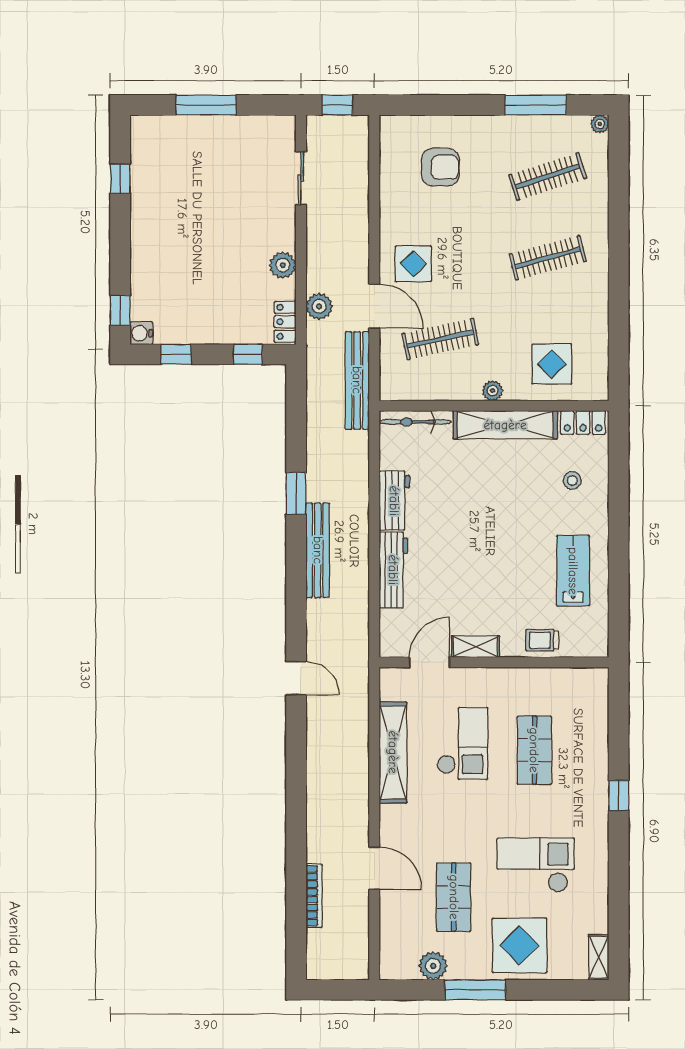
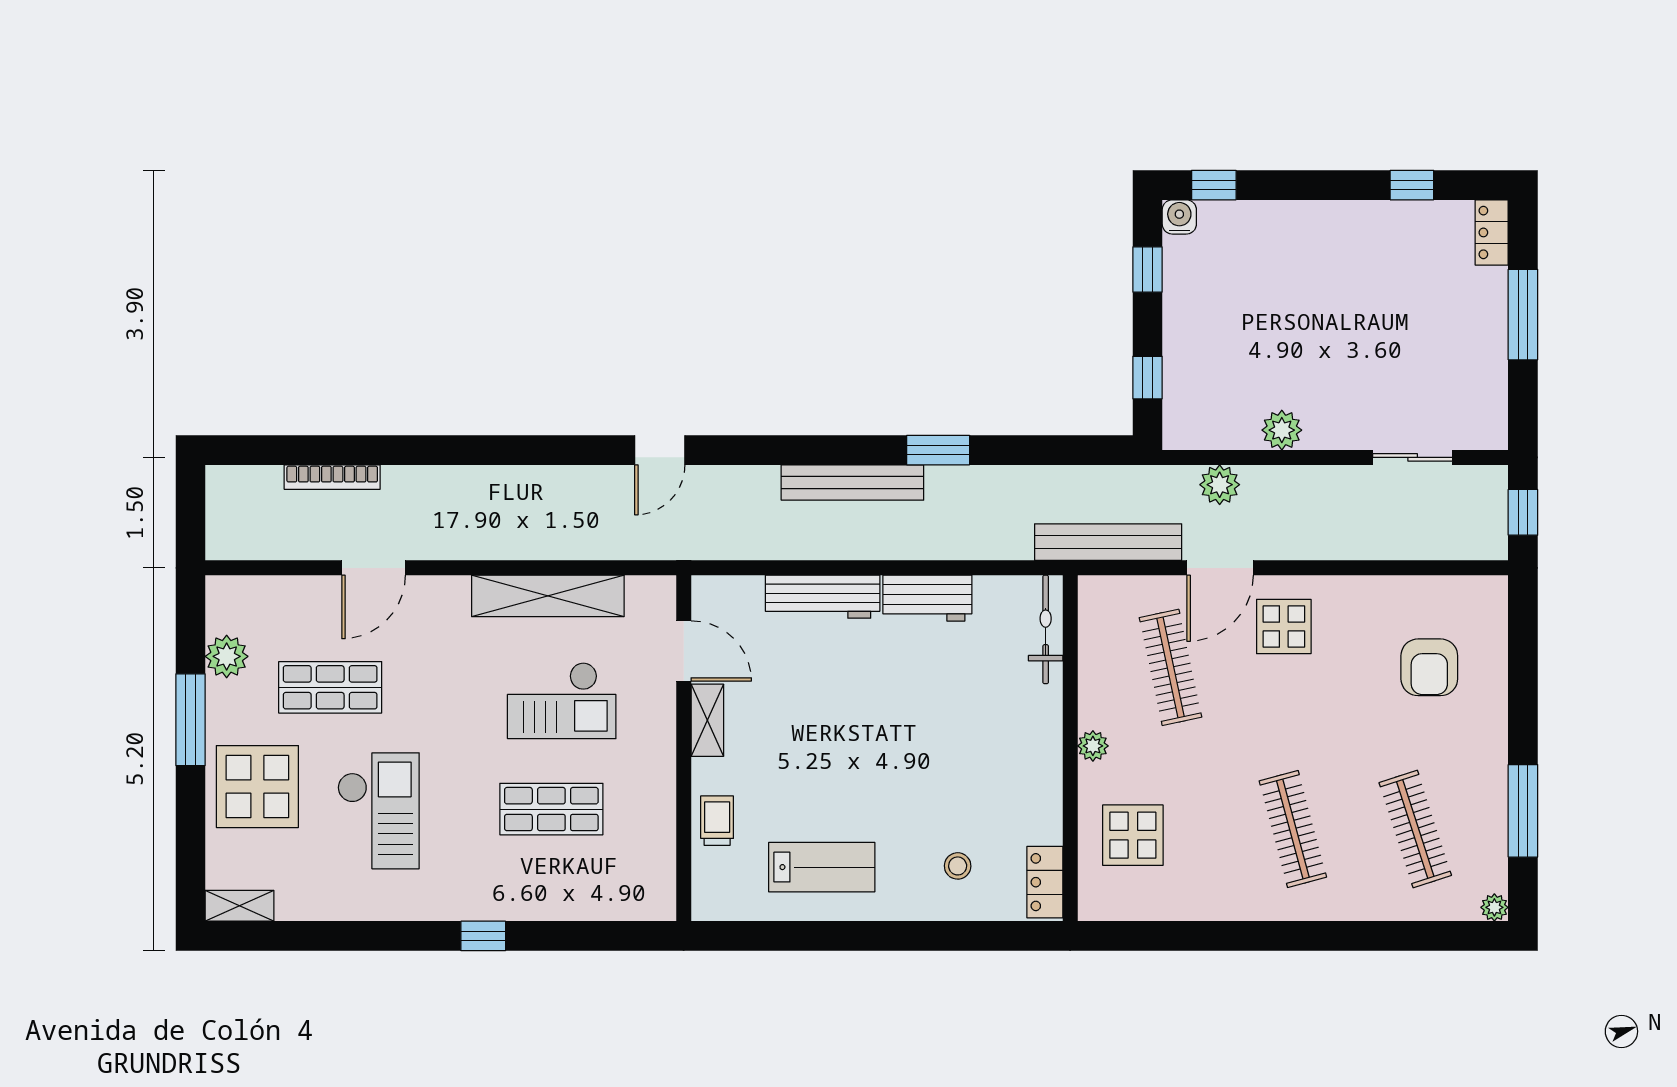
locker: (285, 322) -> (1492, 232), moved, turned -90
shelving: (505, 425) -> (1041, 765), removed

